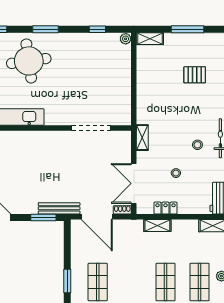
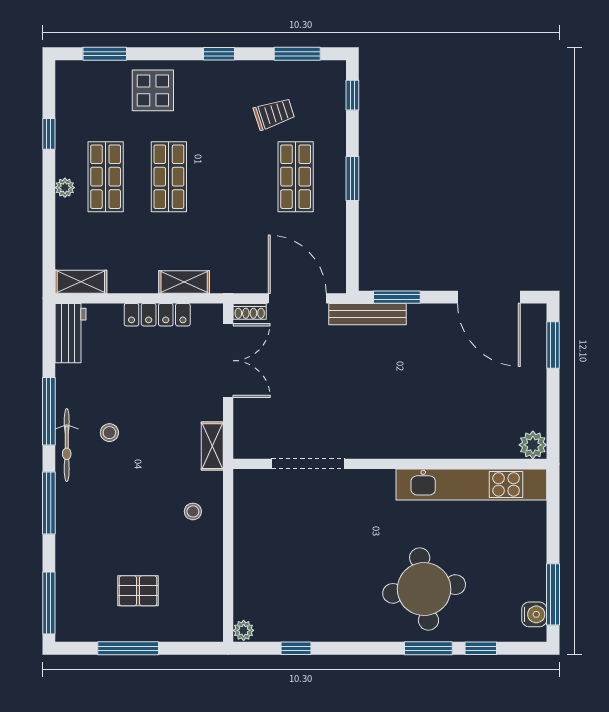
window: (45, 29) -> (428, 648), moved
shelving: (150, 39) -> (198, 631), removed
pallet: (195, 75) -> (138, 591), moved
stool: (176, 173) -> (193, 511), moved
locker: (166, 208) -> (157, 315), width x1.53

